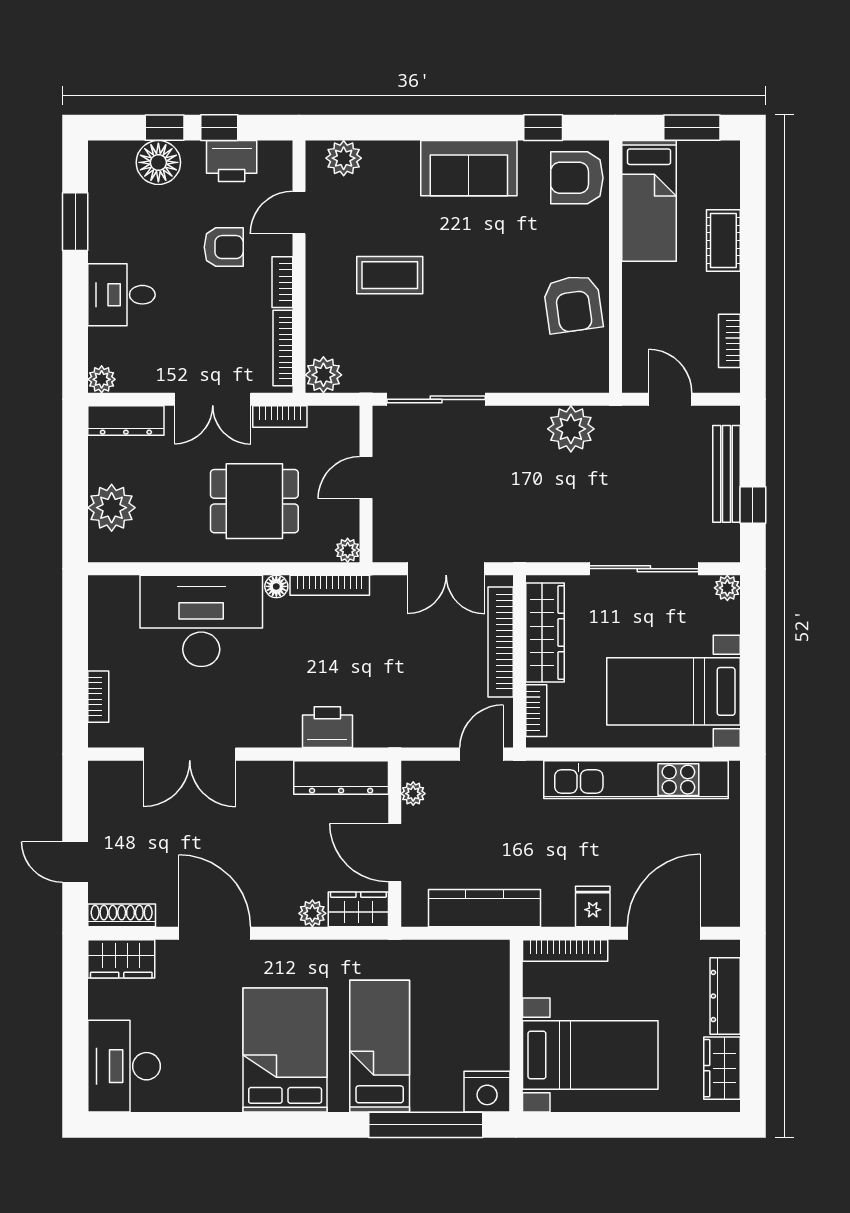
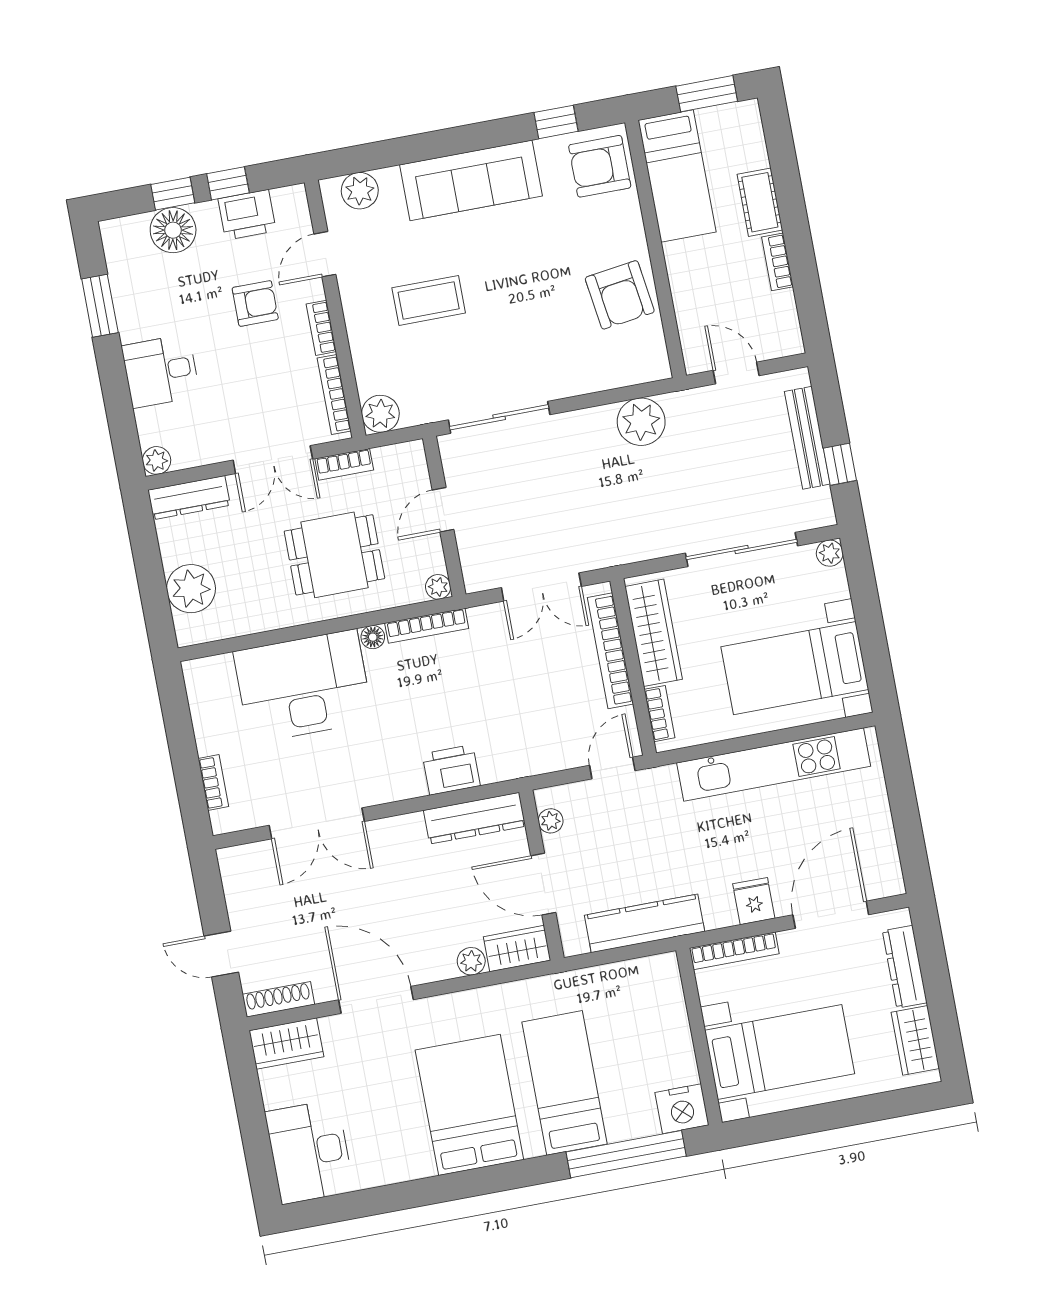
sofa: (469, 168) -> (471, 180), width x1.36
bookcase: (729, 341) -> (777, 262), moved

